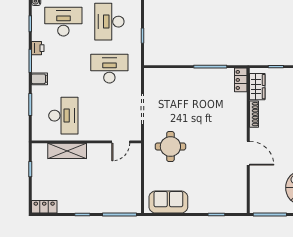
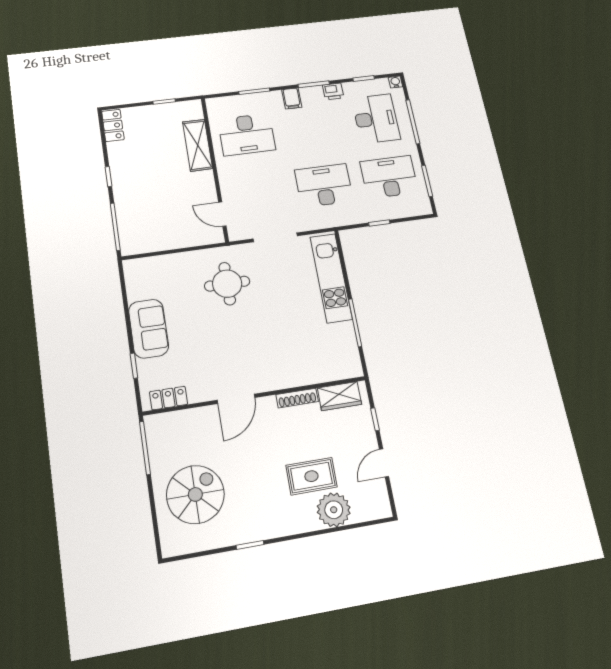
desk: (109, 69) -> (324, 185), turned -90
kitchen unit: (177, 77) -> (331, 278), added
locker: (241, 80) -> (169, 398), moved
sofa: (168, 202) -> (149, 329), moved

